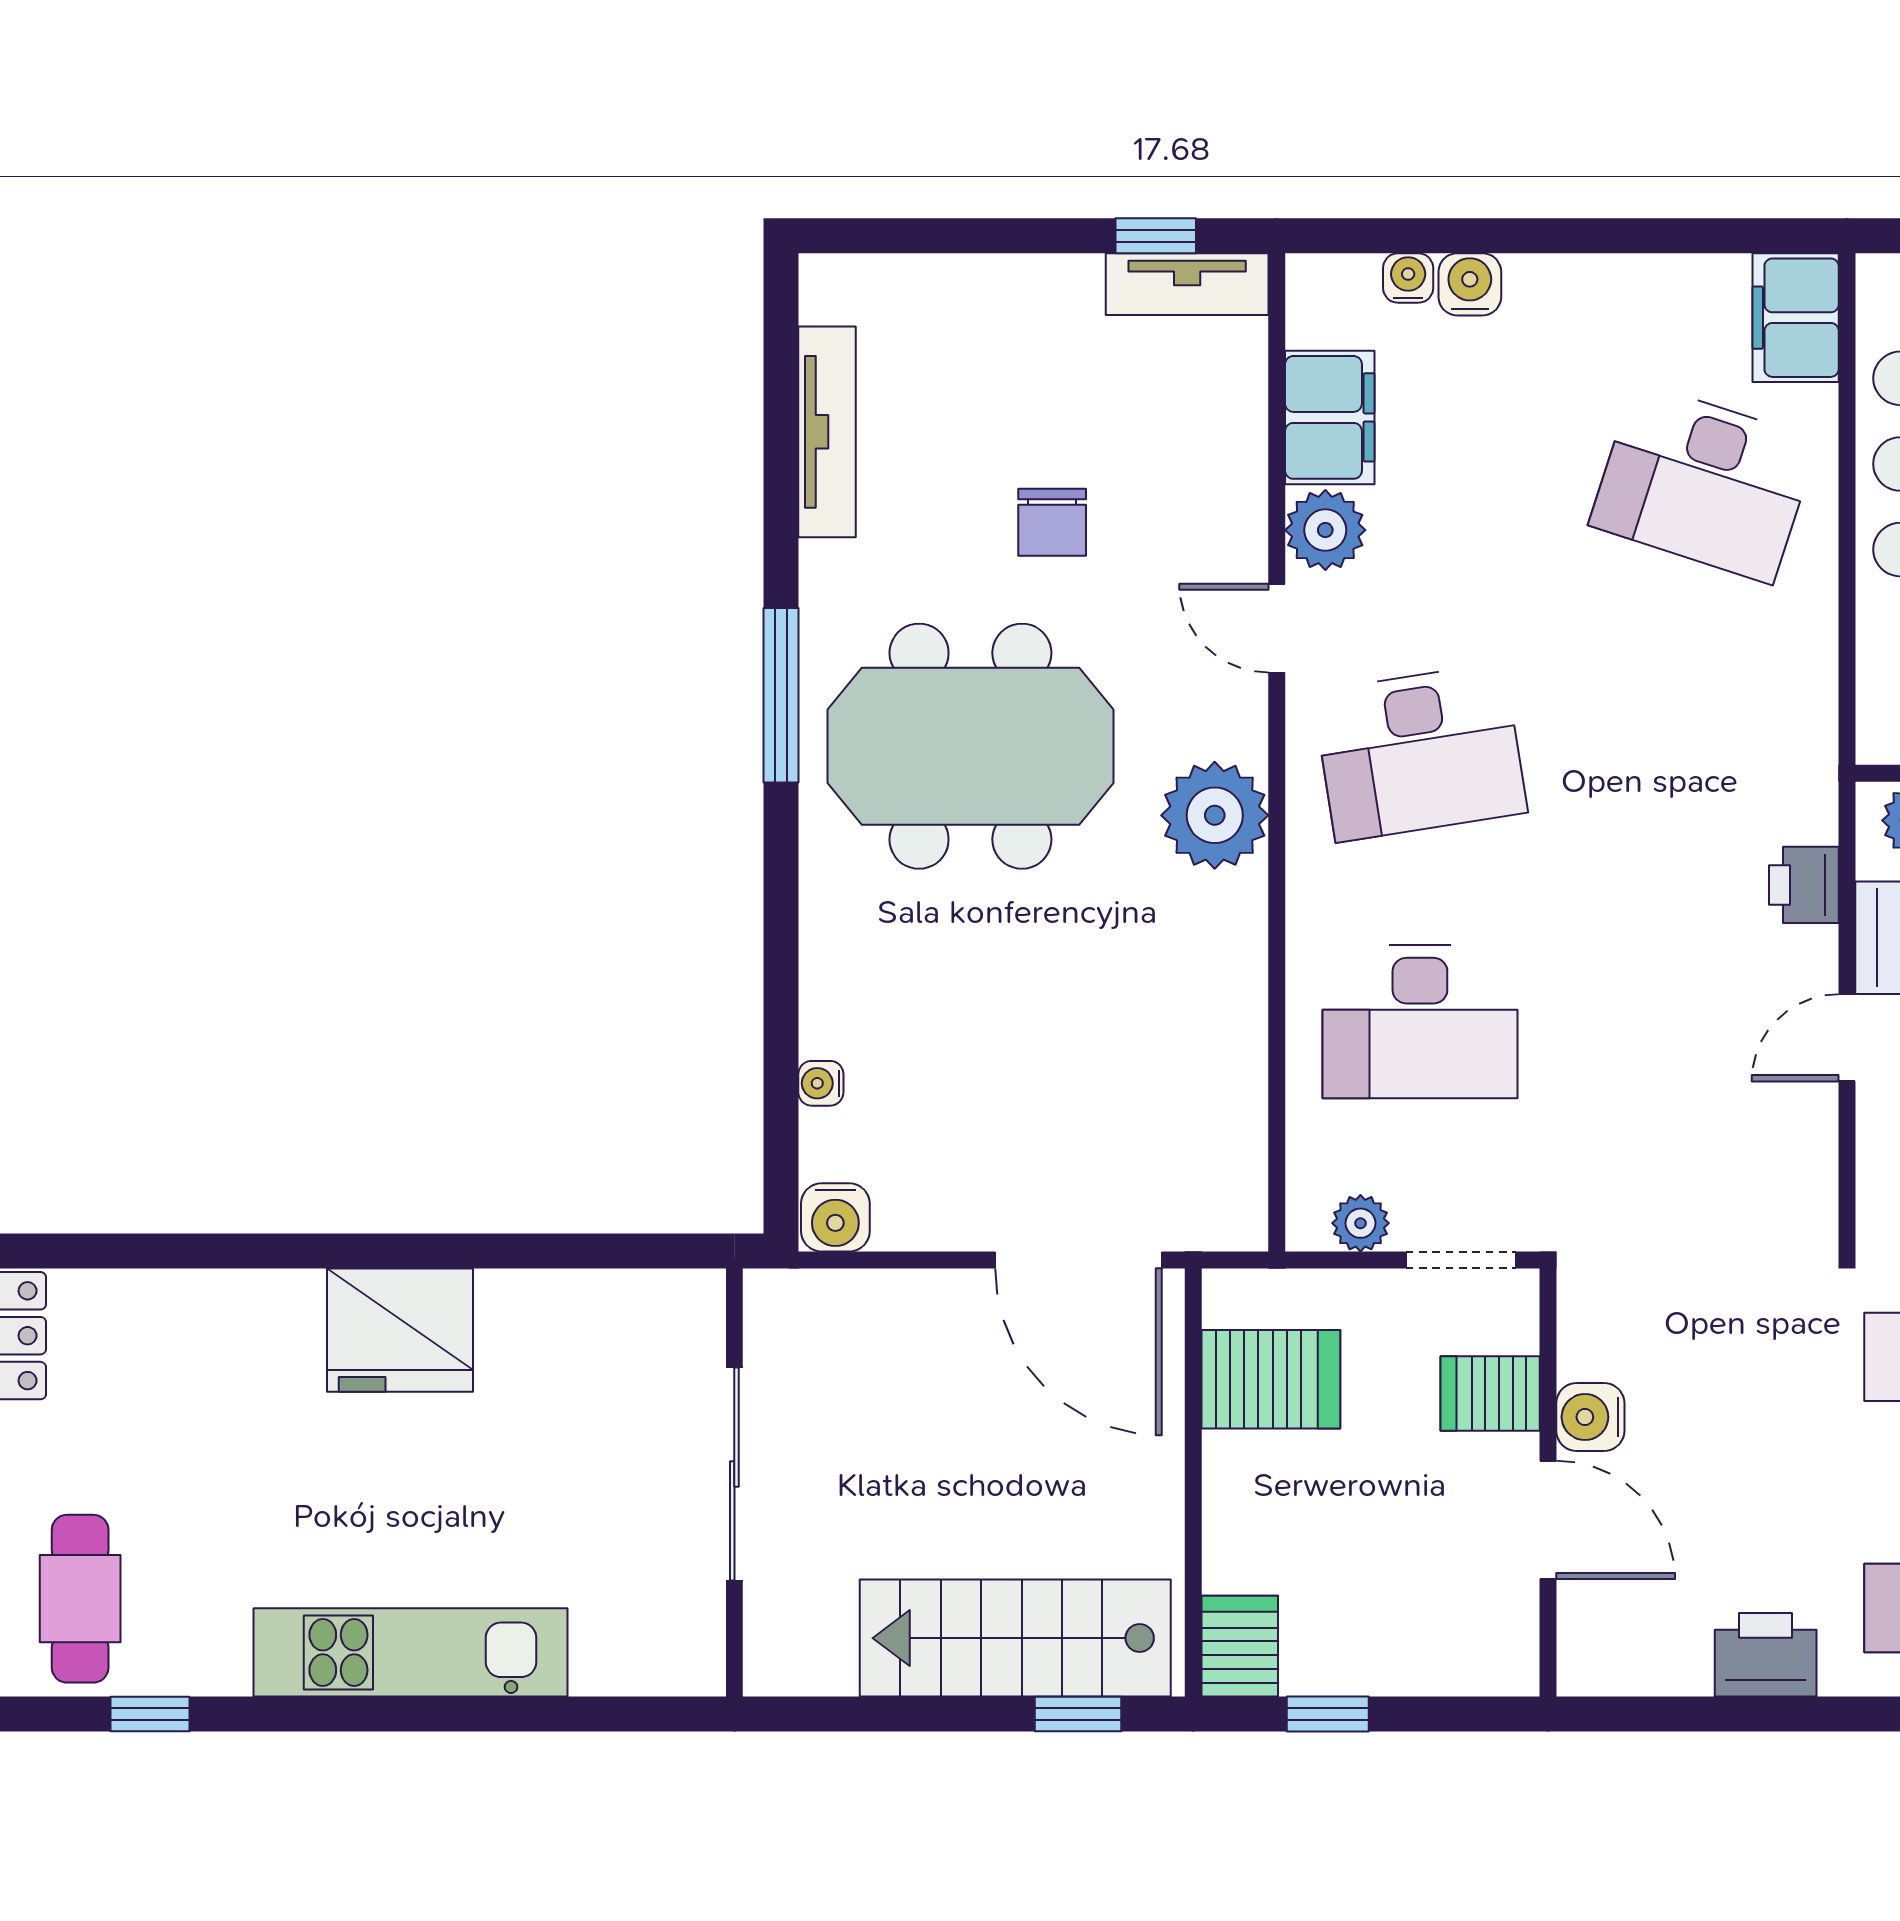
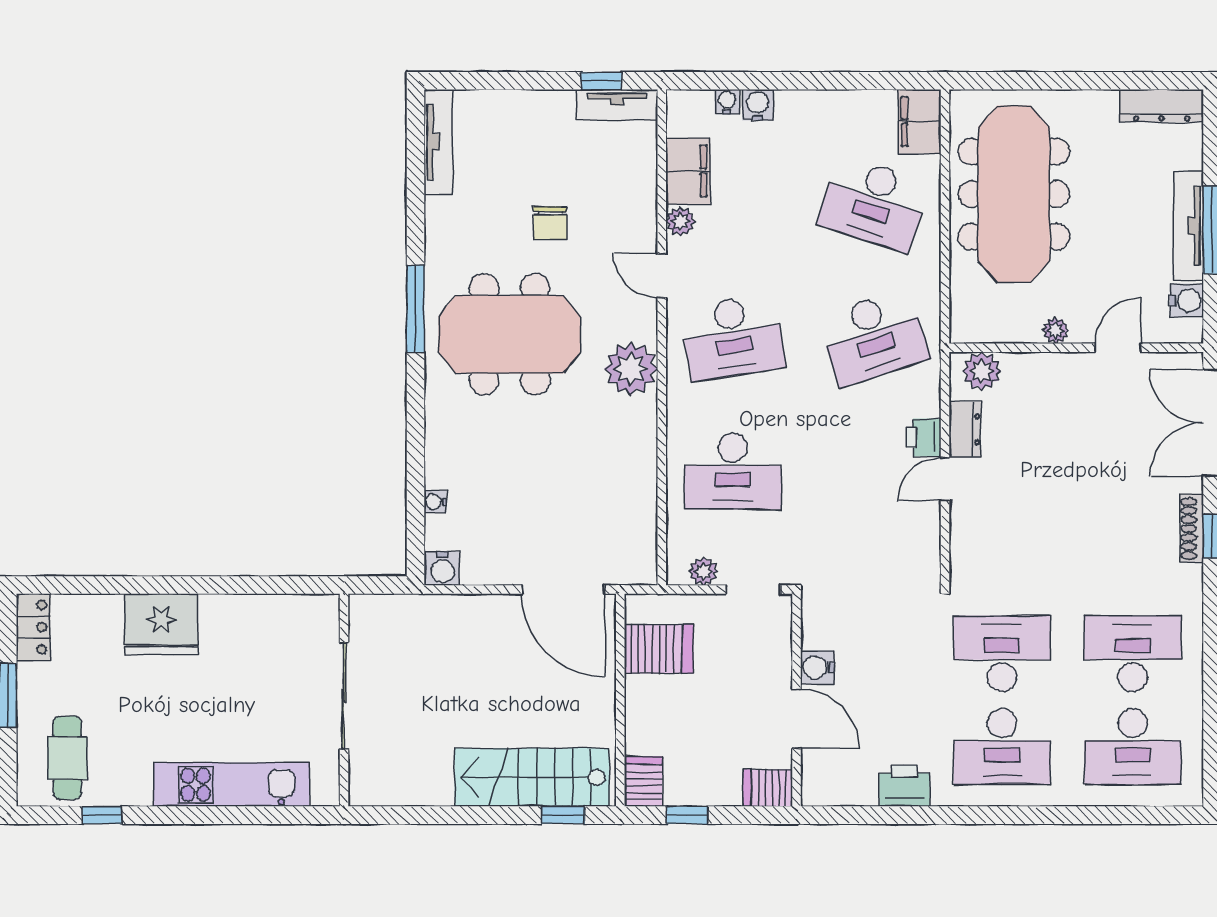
tv unit: (827, 432) -> (438, 142), moved
plant: (1325, 530) -> (680, 222), width x0.73, depth x0.73
desk: (1704, 752) -> (874, 337), added
printer: (1804, 885) -> (924, 438), moved
fridge: (400, 1330) -> (161, 624), moved
server rack: (1490, 1394) -> (768, 788), moved
sliding door: (734, 1474) -> (344, 696), moved
wall: (734, 1482) -> (344, 700), moved

